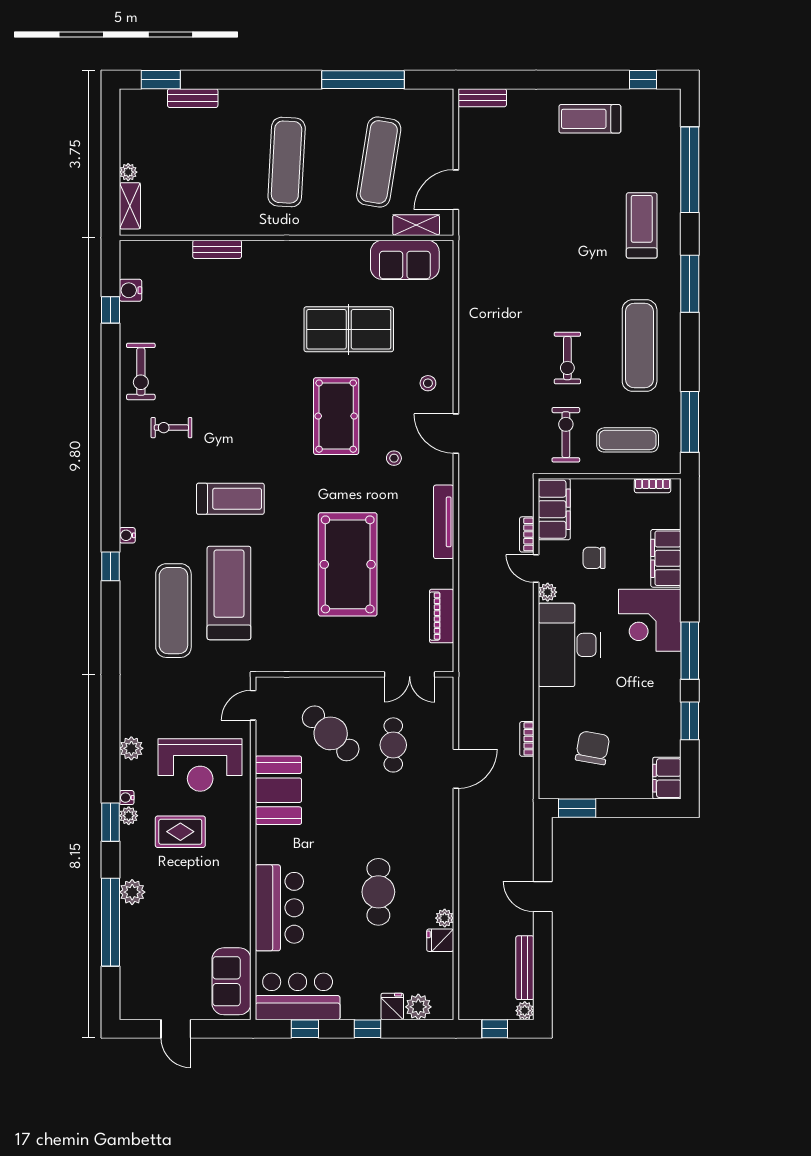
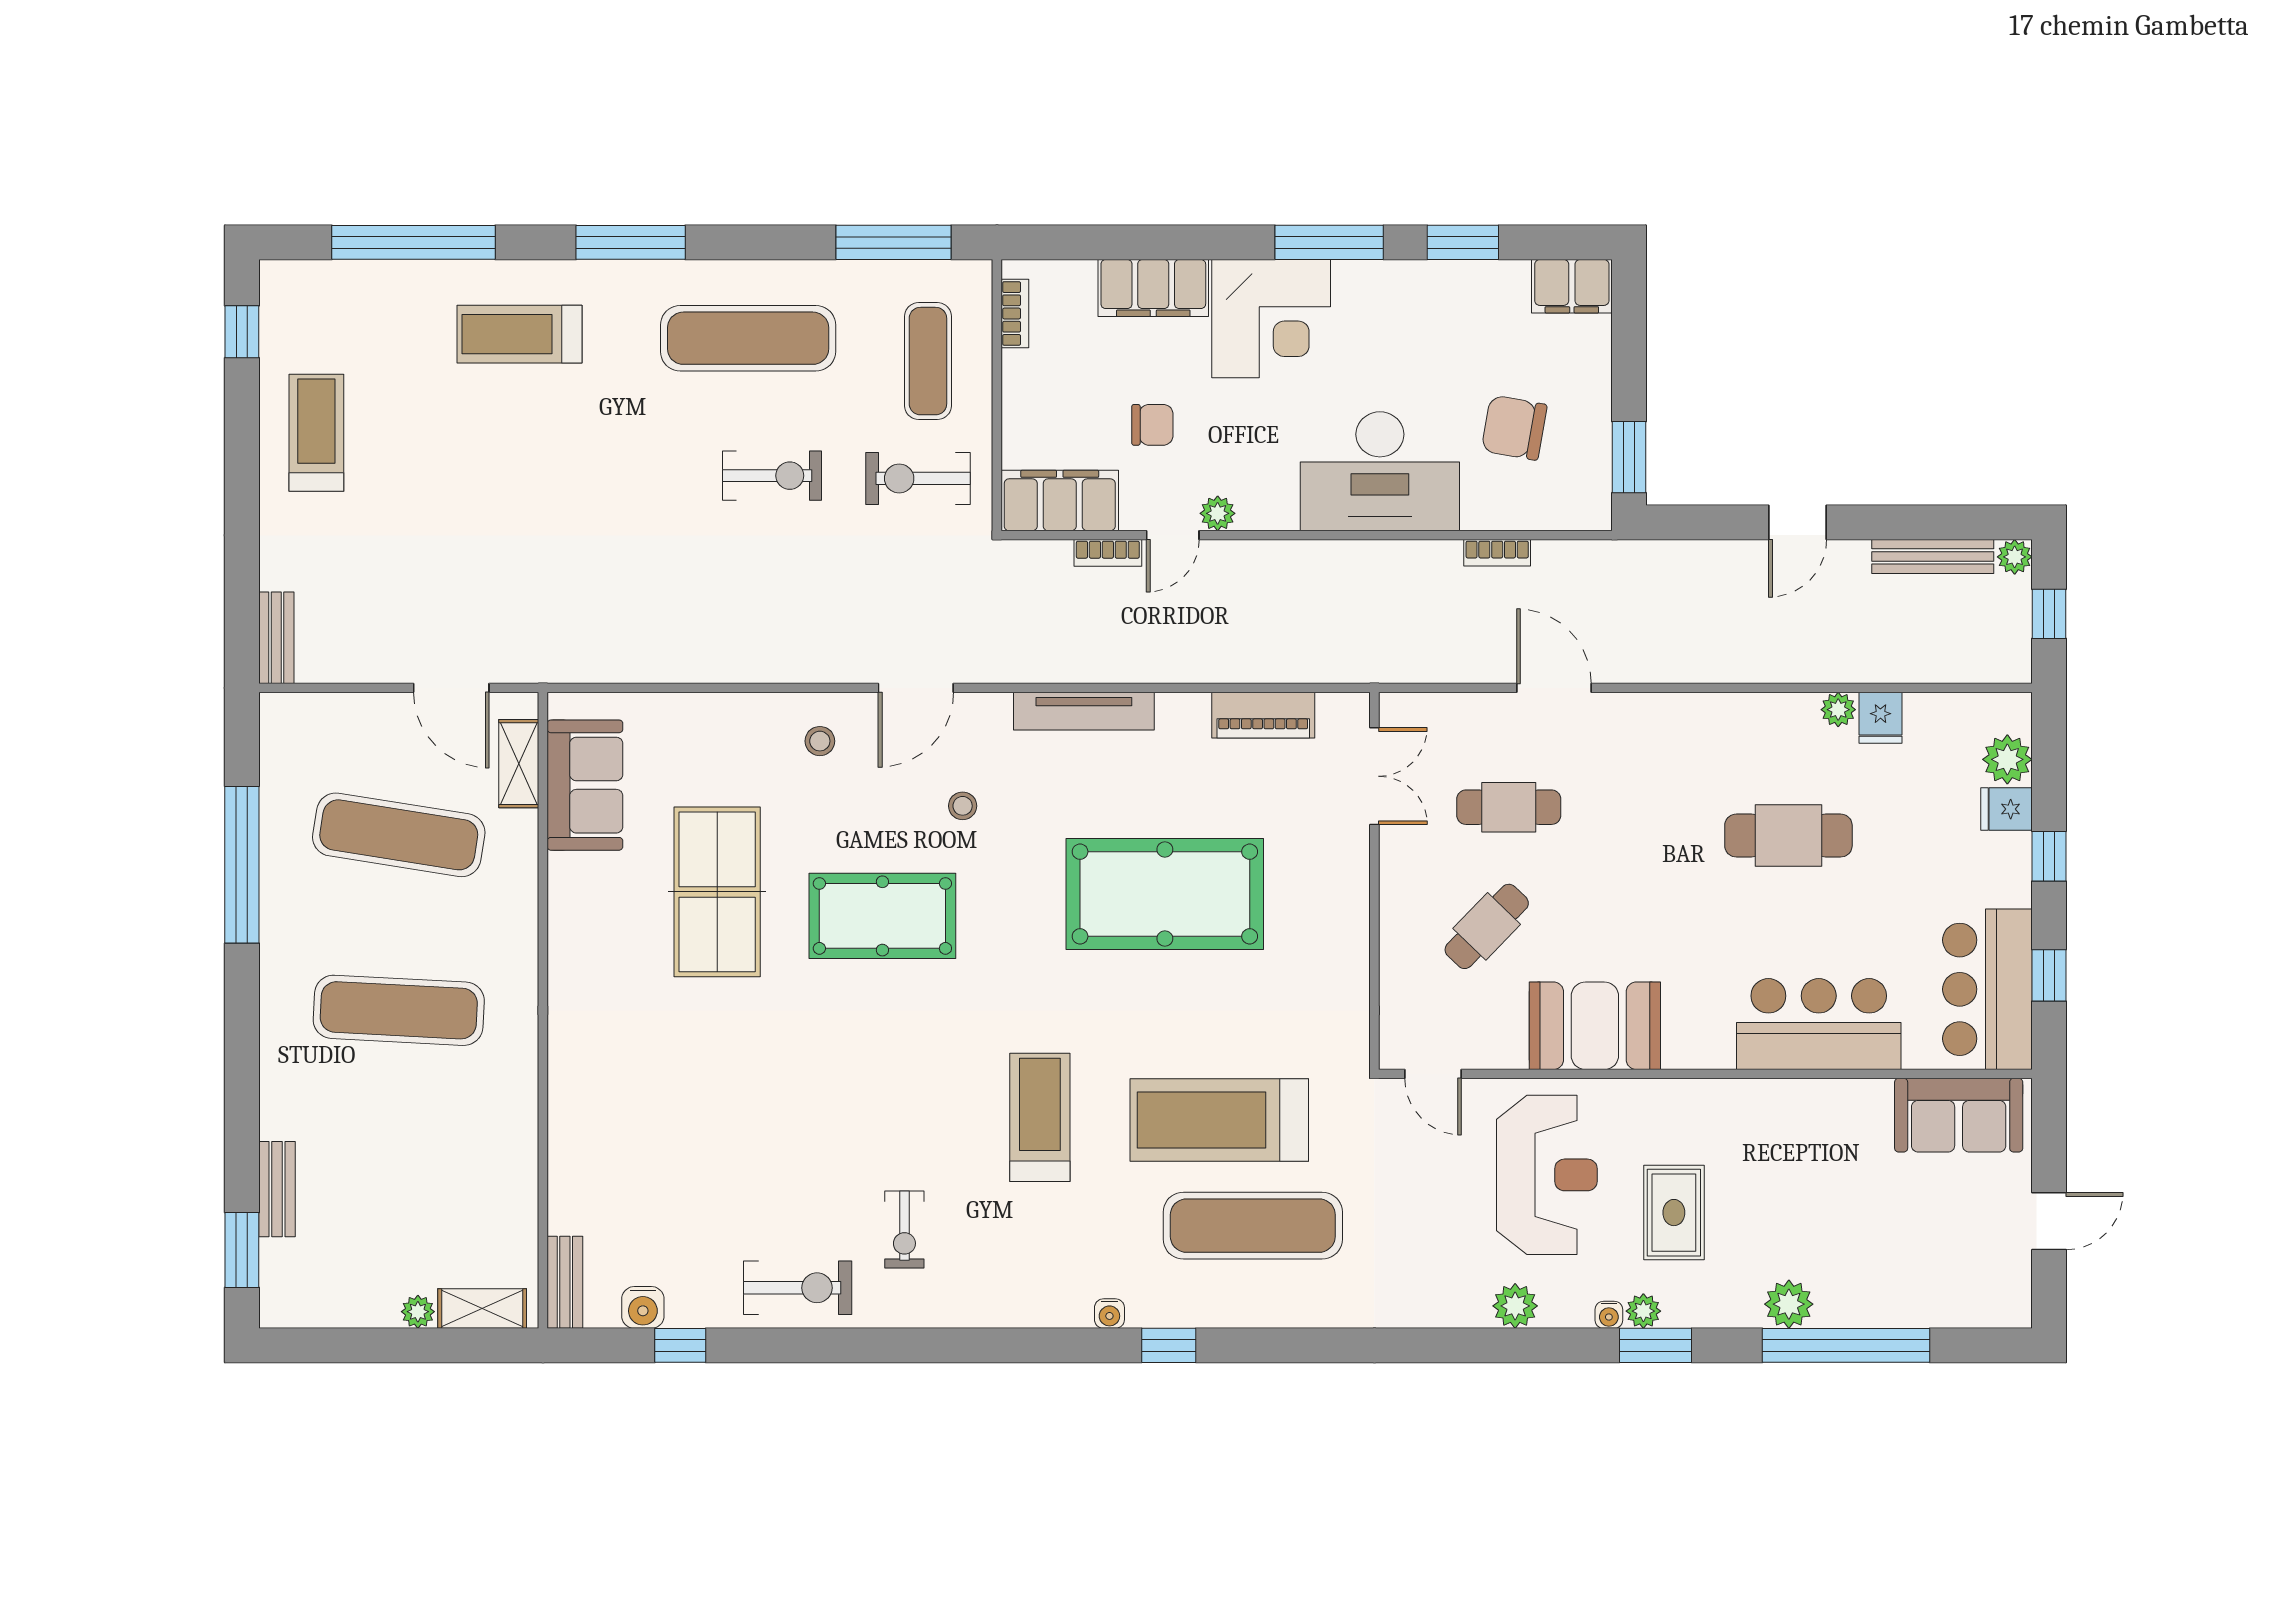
treadmill: (590, 119) -> (316, 433), turned 180
bench: (217, 249) -> (565, 1282), moved
chair: (594, 558) -> (1152, 425), turned -90
desk: (570, 645) -> (1380, 471), moved
cafe table: (331, 733) -> (1487, 926), width x0.73, depth x0.74

